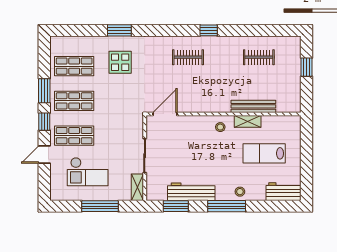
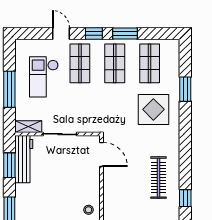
window: (119, 30) -> (185, 89), moved
clothes rail: (188, 57) -> (158, 178), width x1.36
display table: (120, 62) -> (153, 109), width x1.36, depth x1.36
workbench: (191, 192) -> (24, 159), moved

